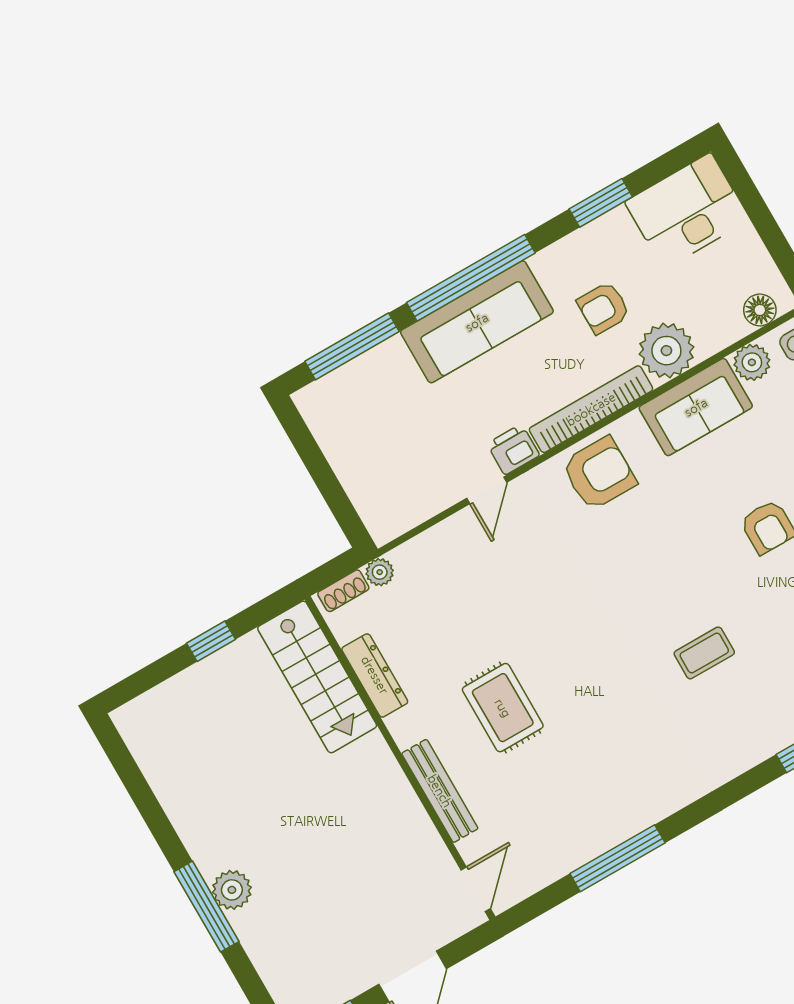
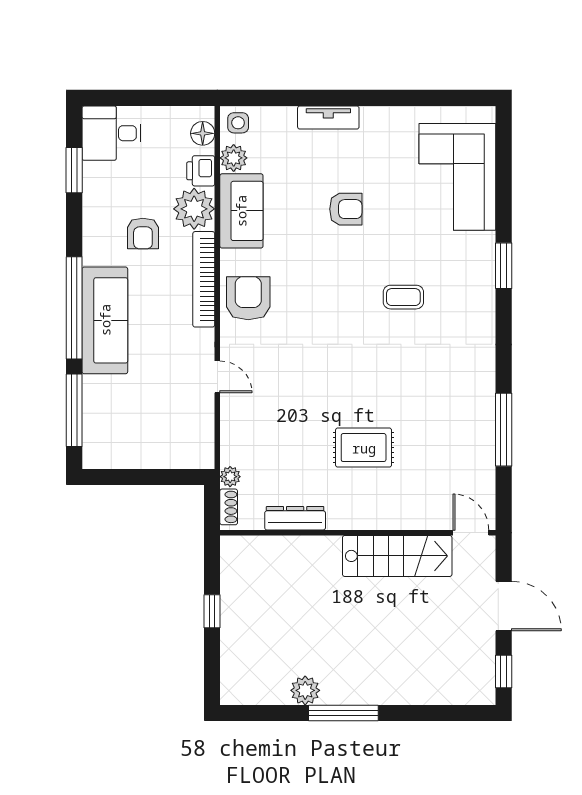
window: (601, 203) -> (74, 170), moved
desk: (687, 211) -> (112, 133), width x0.73
printer: (513, 449) -> (201, 171), moved
coffee table: (704, 653) -> (403, 297), turned 90
stairs: (317, 677) -> (397, 556), moved
bench: (440, 791) -> (394, 519), removed
plant: (232, 890) -> (305, 690), moved
window: (206, 907) -> (343, 713), moved

